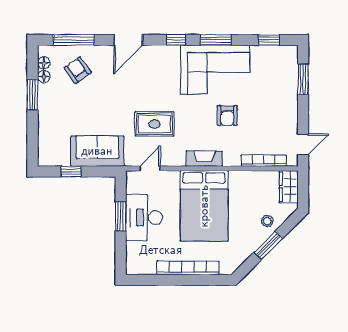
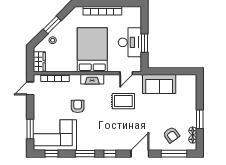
corner sofa: (215, 70) -> (55, 135), moved
window: (71, 172) -> (176, 71), removed

